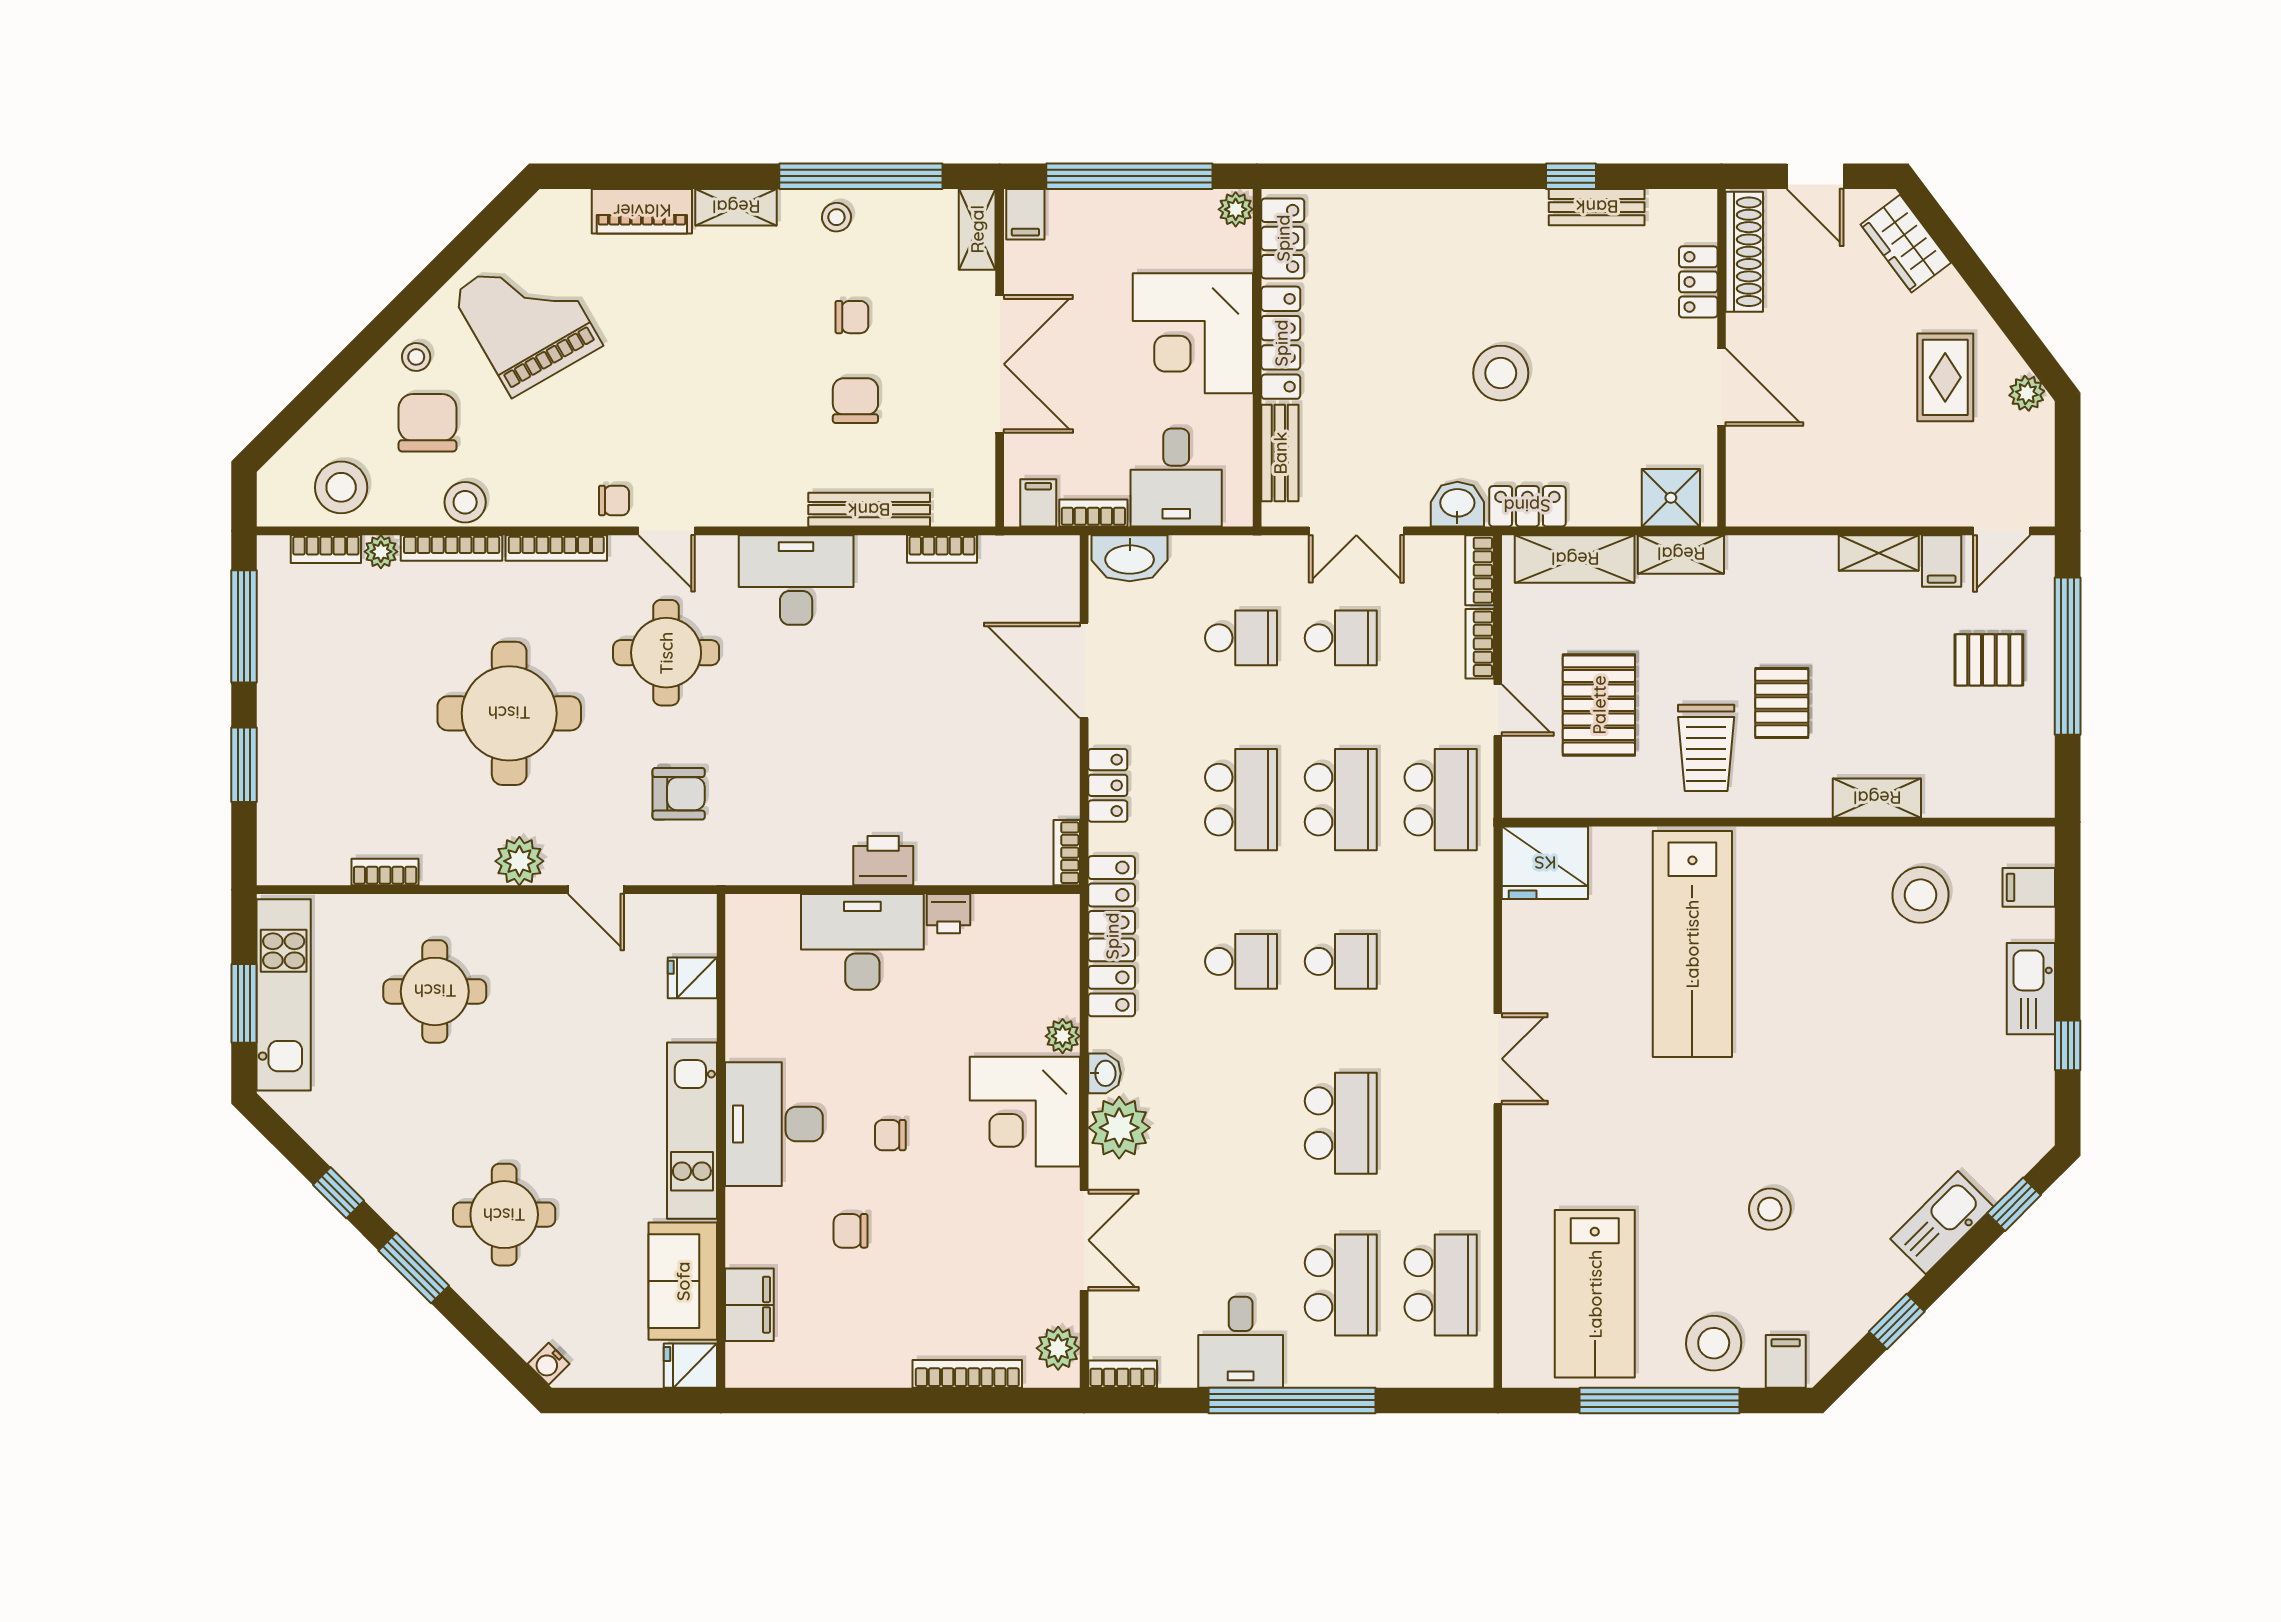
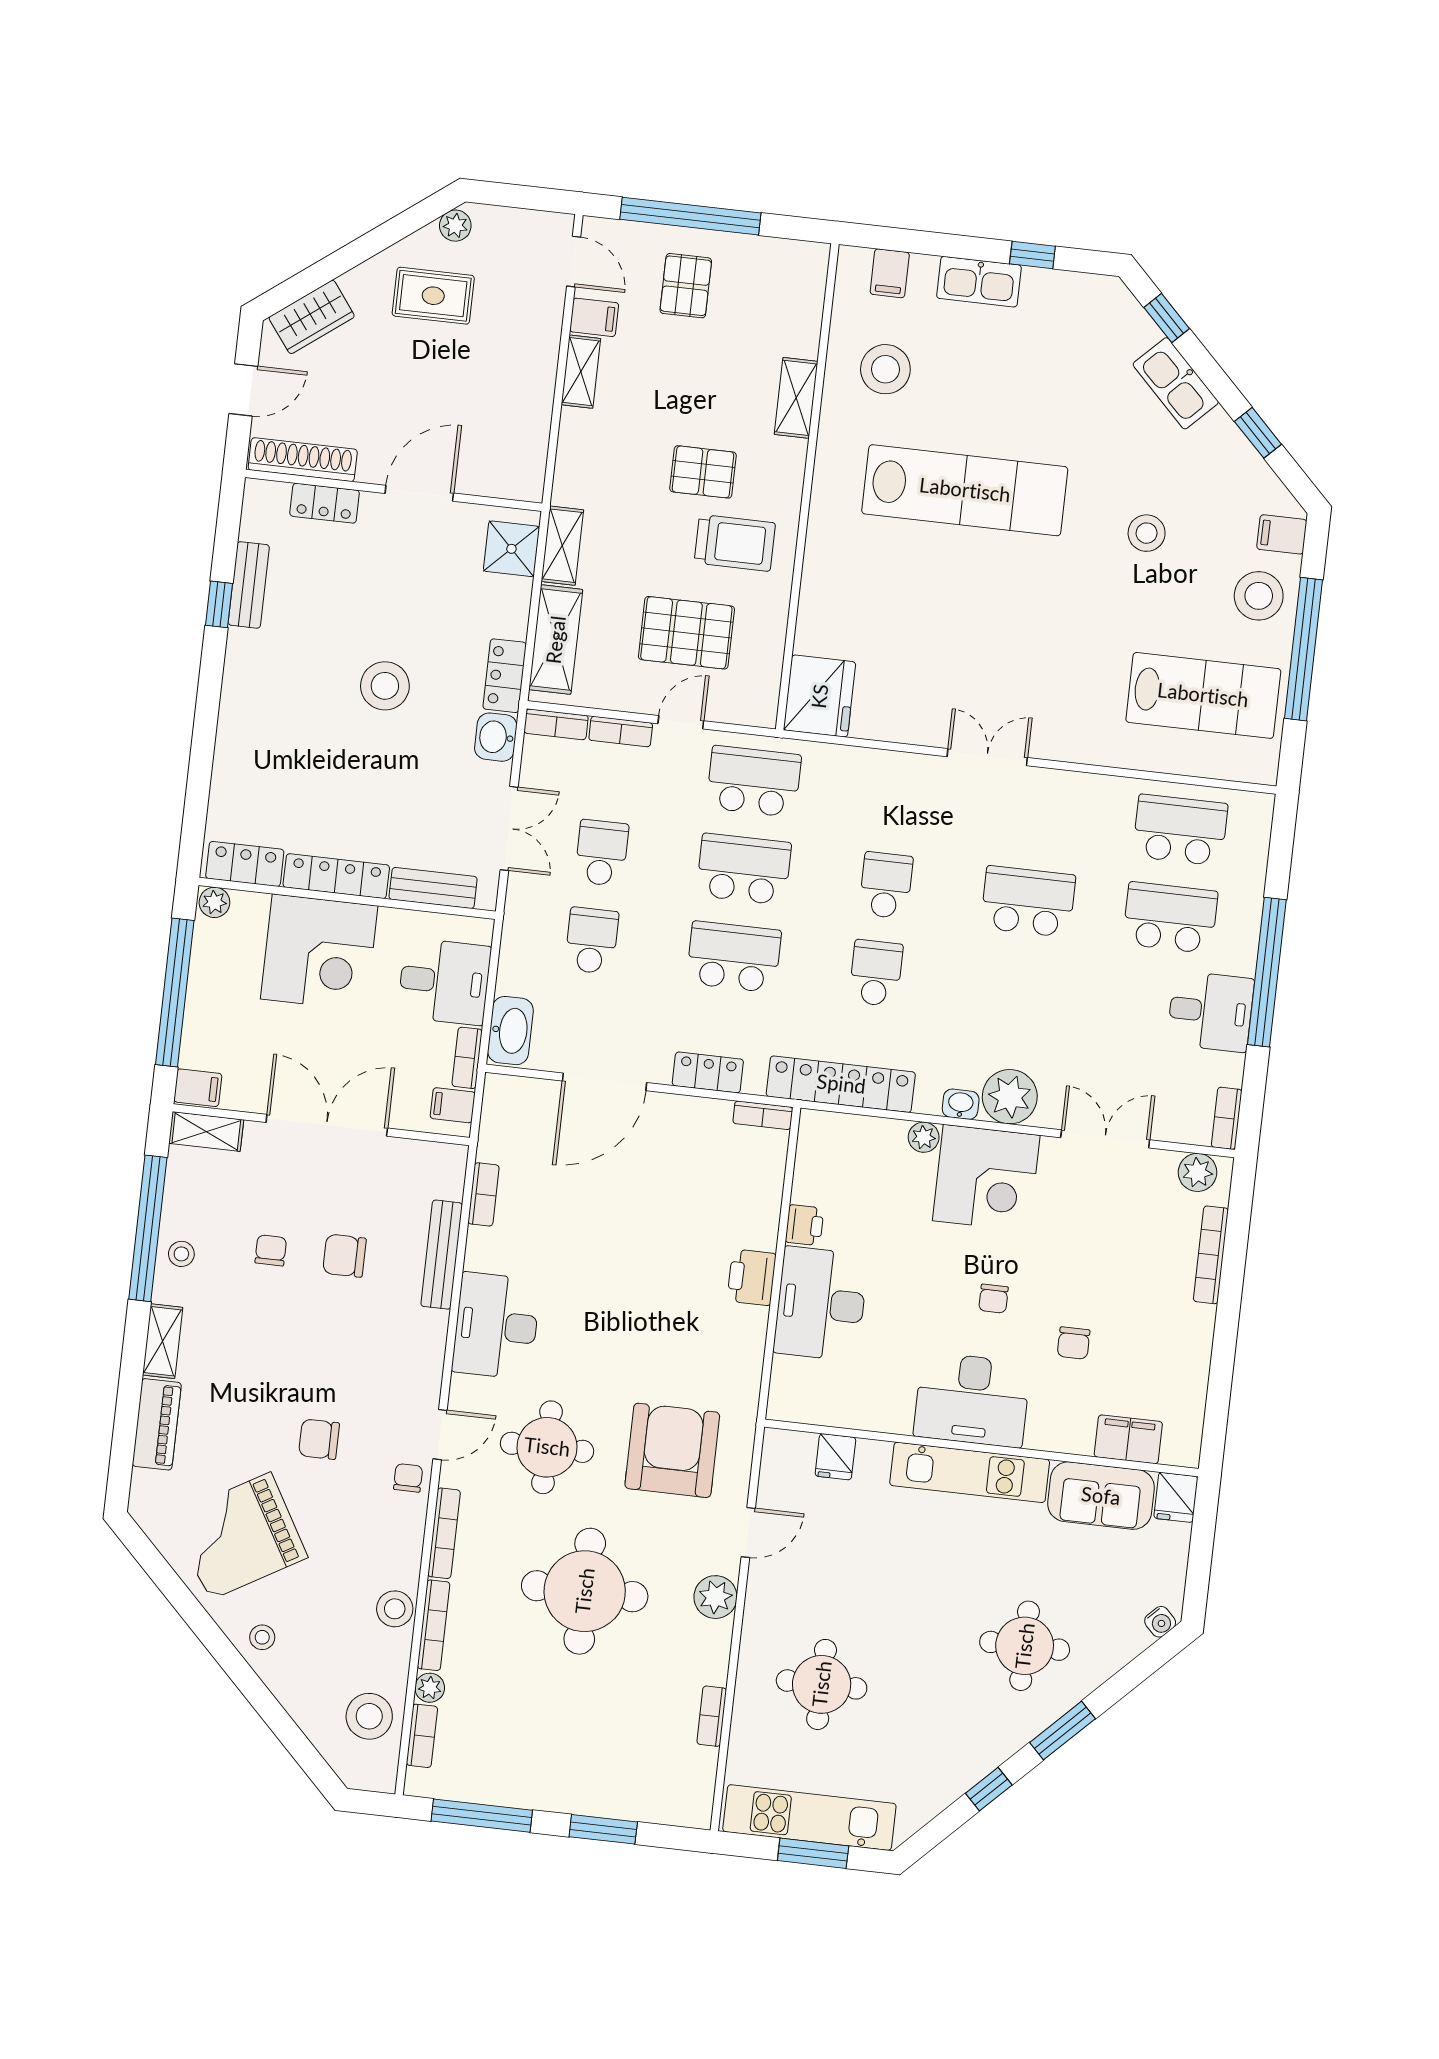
chair: (428, 423) -> (319, 1439), moved, width x0.73, depth x0.73
armchair: (679, 794) -> (672, 1450), width x1.88, depth x1.88
lab bench: (1692, 944) -> (965, 490), moved

